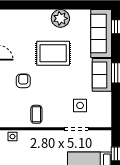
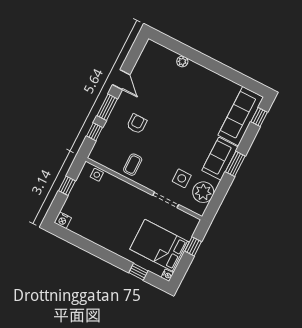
plant: (60, 18) -> (182, 61), moved, width x0.53, depth x0.53
rug: (53, 53) -> (181, 111), removed
plant: (102, 108) -> (203, 192), added

